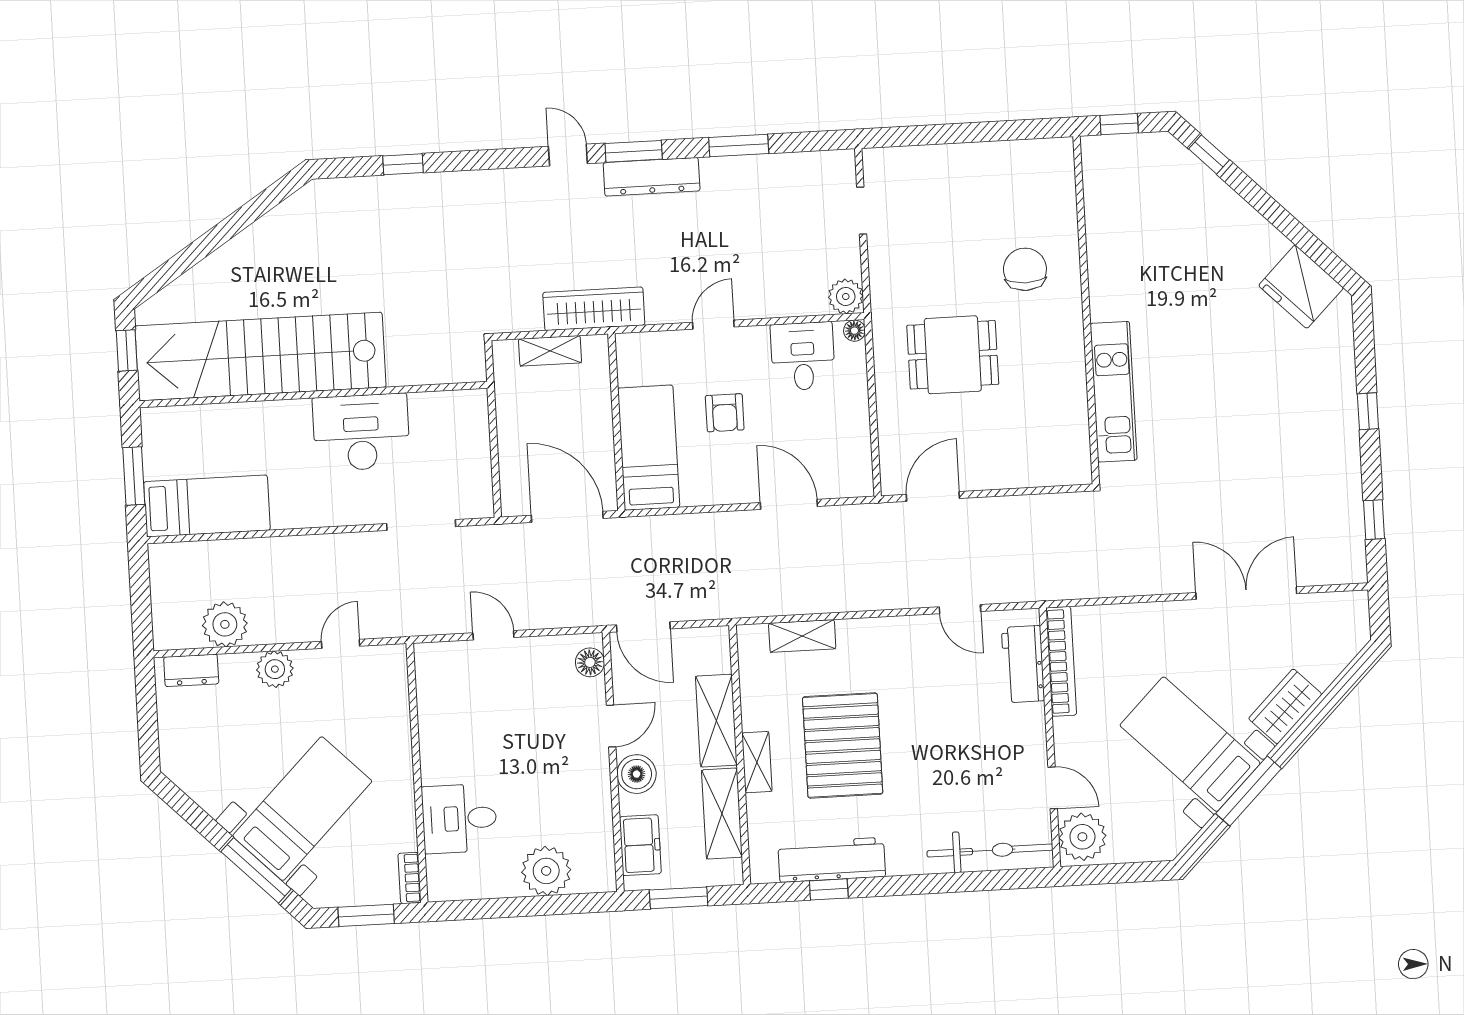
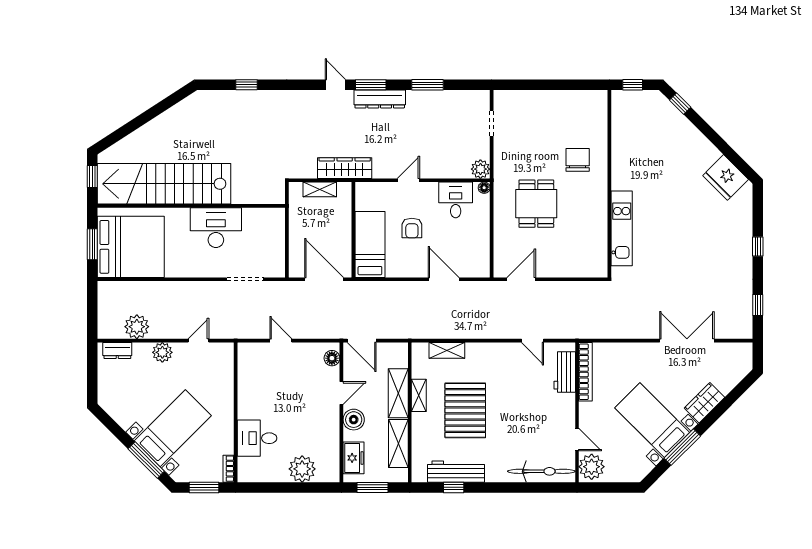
dining table: (953, 355) -> (536, 204), turned 90
bed: (207, 506) -> (131, 247), width x2.04
shelving: (757, 762) -> (419, 395), moved

